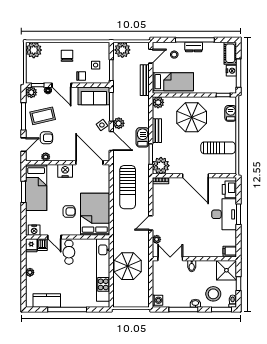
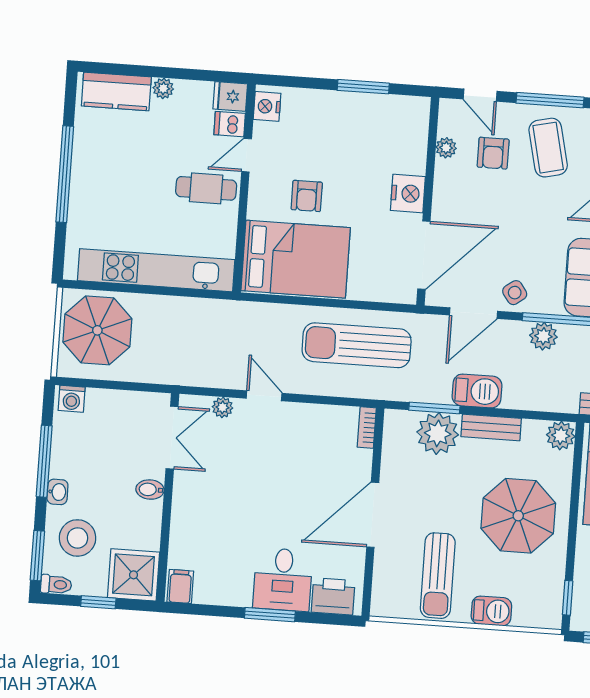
barbecue: (231, 113) -> (491, 611), moved
plant: (119, 123) -> (543, 336), moved
plant: (161, 166) -> (438, 433), moved
bed: (36, 187) -> (372, 119), removed
desk: (224, 214) -> (283, 580), width x0.73
parasol: (128, 266) -> (97, 330), moved
kitchen counter: (47, 300) -> (116, 91), moved, turned 90

